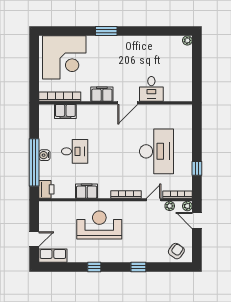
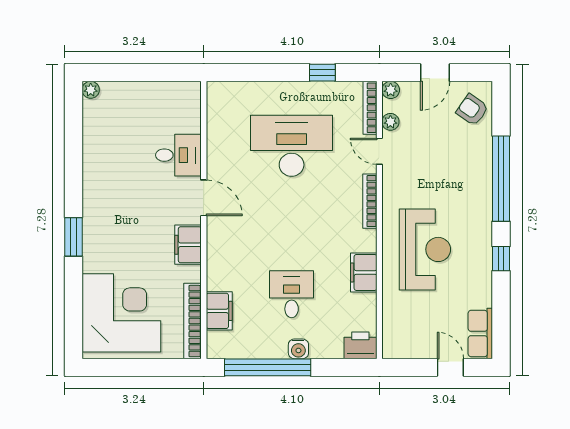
window: (34, 162) -> (268, 367), moved
door: (197, 221) -> (435, 73), moved
reception desk: (99, 225) -> (425, 249), turned 180
window: (138, 267) -> (501, 179), width x3.17

